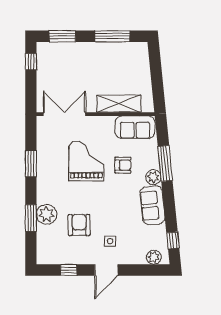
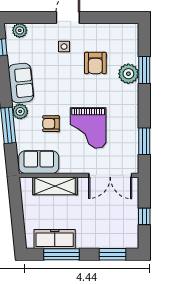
freezer: (119, 51) -> (55, 239), added
window: (31, 62) -> (144, 216), moved
window: (31, 164) -> (144, 141), moved
window: (69, 270) -> (106, 17), removed

